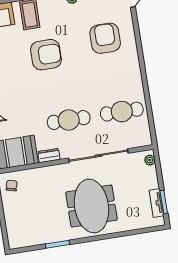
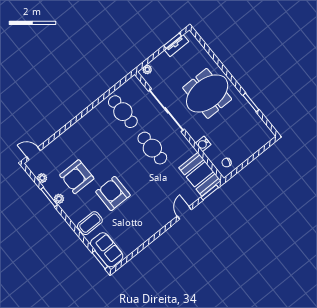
armchair: (105, 38) -> (77, 177), moved
dresser: (49, 156) -> (188, 147), removed
water cooler: (44, 173) -> (203, 144), added

